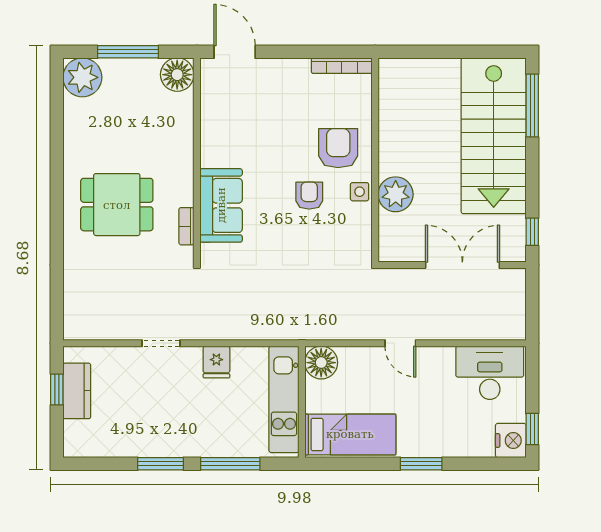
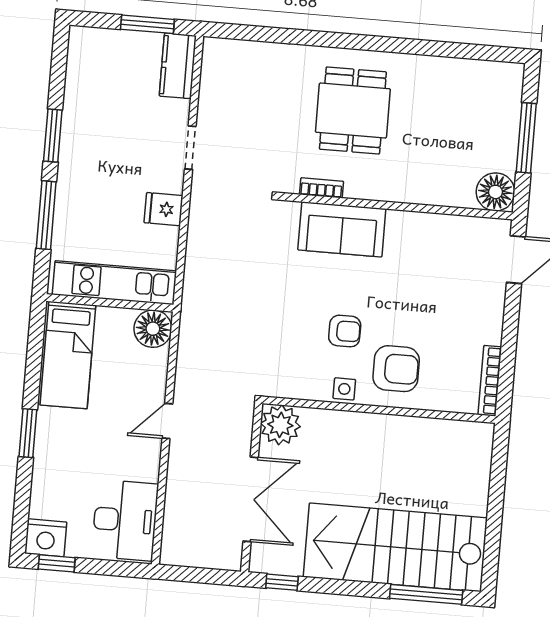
plant: (82, 77) -> (501, 83), removed
plant: (396, 194) -> (280, 425), moved
window: (57, 389) -> (147, 24), width x1.50
kitchen counter: (77, 391) -> (178, 66), moved, turned 90

